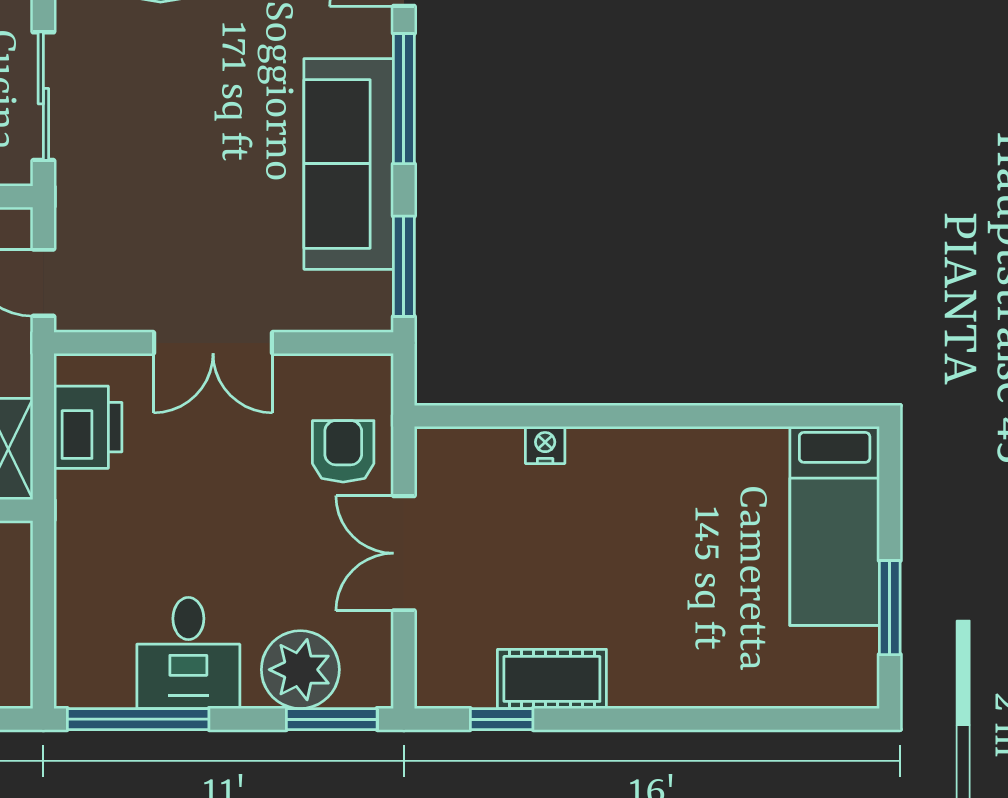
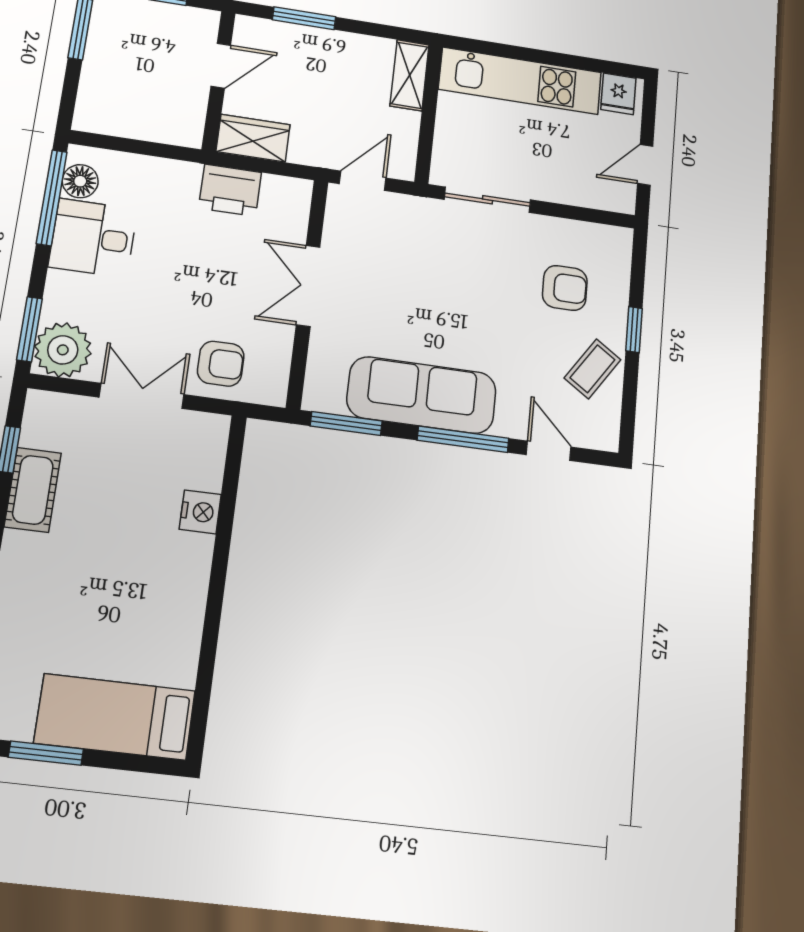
printer: (88, 427) -> (230, 190), moved
nightstand: (545, 445) -> (200, 512), width x1.39, depth x1.35
plant: (300, 670) -> (63, 350), moved
floor lamp: (108, 684) -> (80, 181), added

